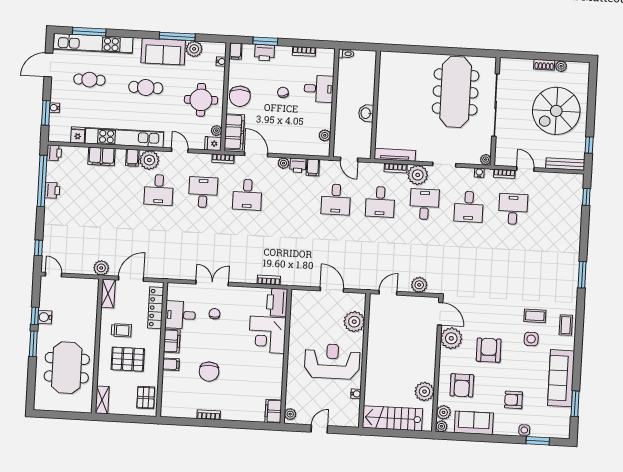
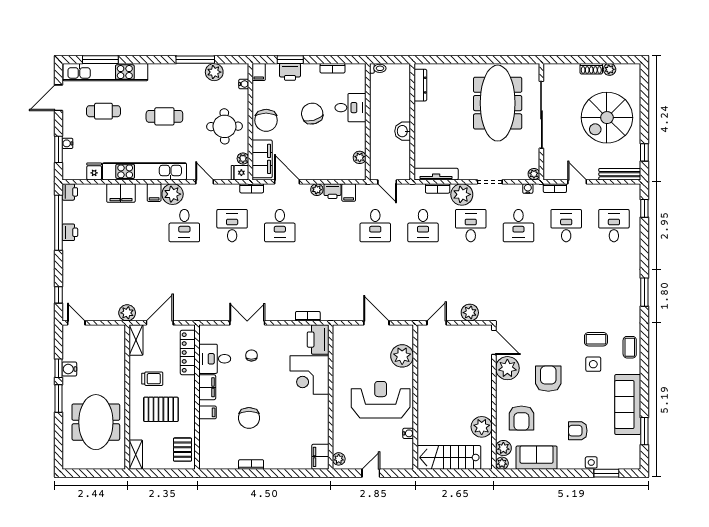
sofa: (163, 52) -> (181, 77), removed
dresser: (385, 71) -> (420, 85), added
chair: (283, 92) -> (312, 114), width x1.87, depth x1.87
desk: (557, 211) -> (614, 226), added

